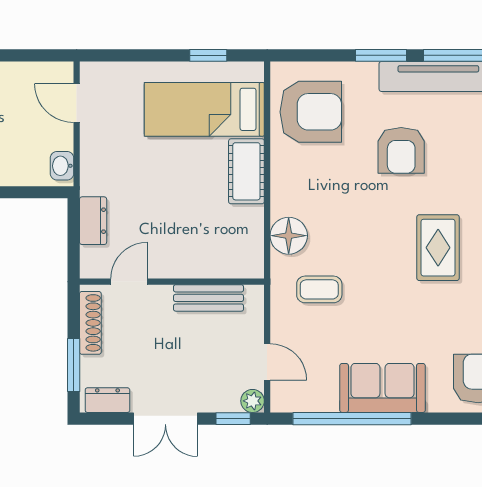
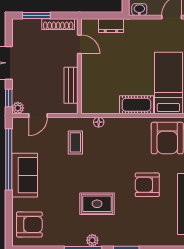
floor lamp: (289, 236) -> (99, 122), width x0.53, depth x0.53
dresser: (107, 400) -> (18, 33), removed

